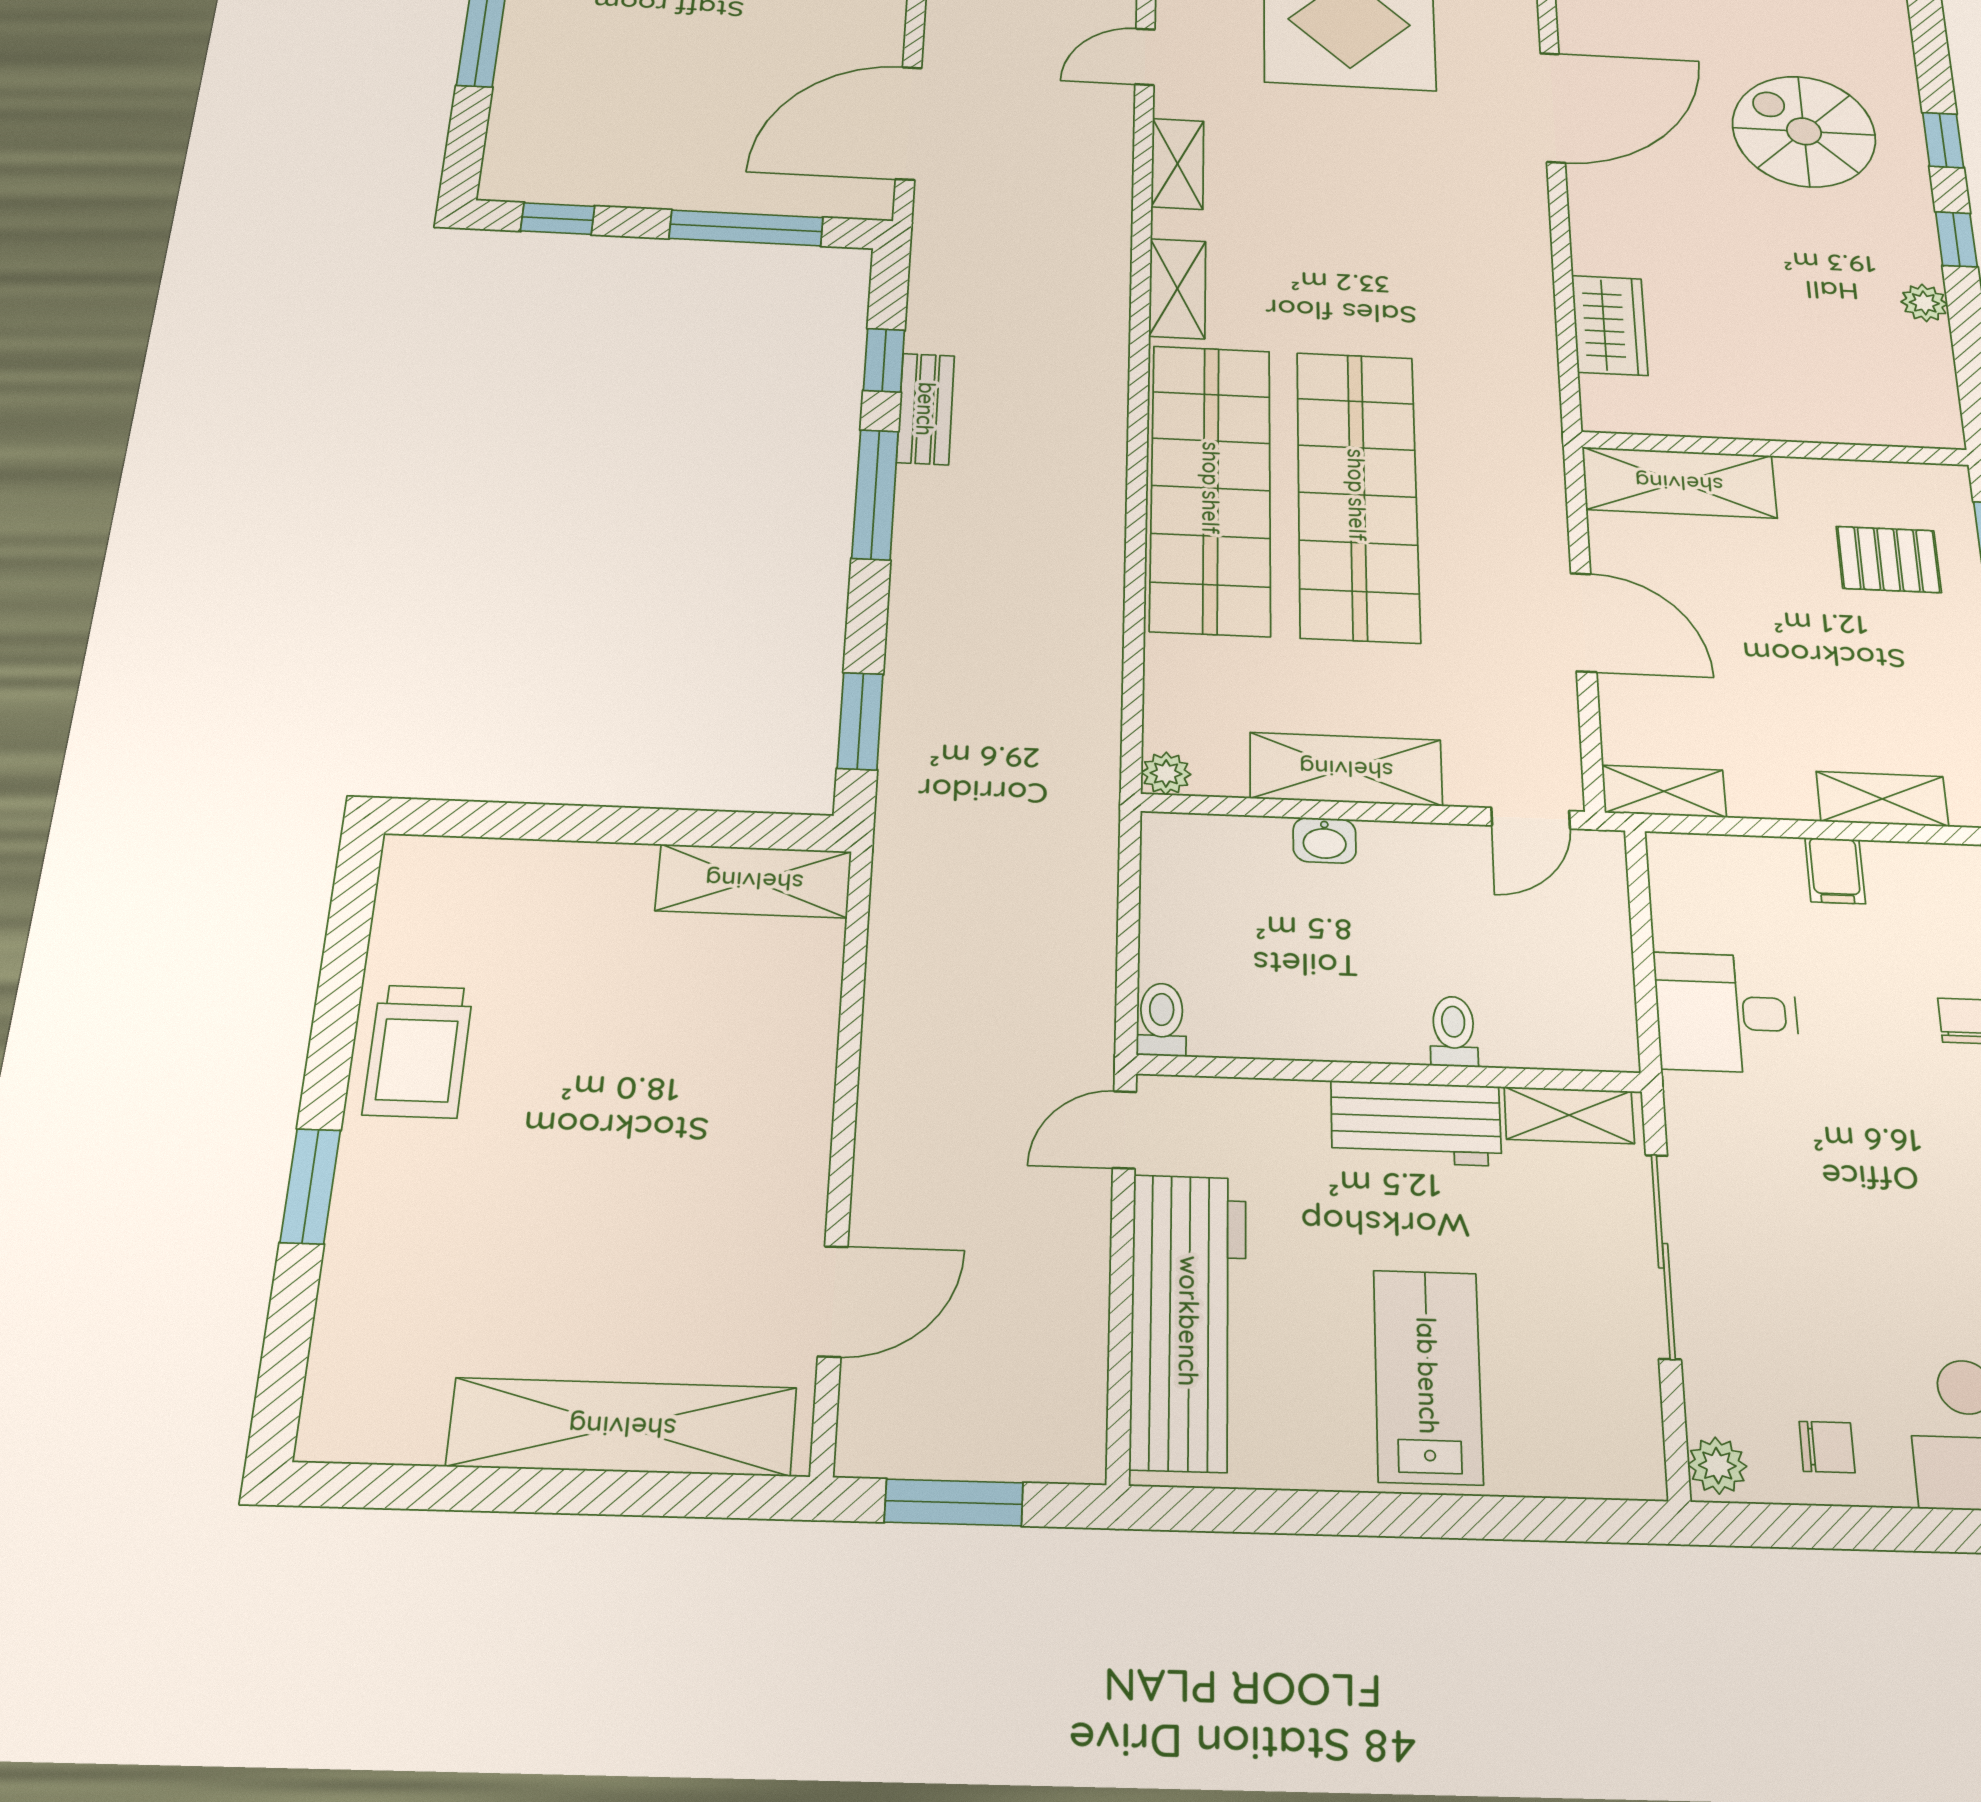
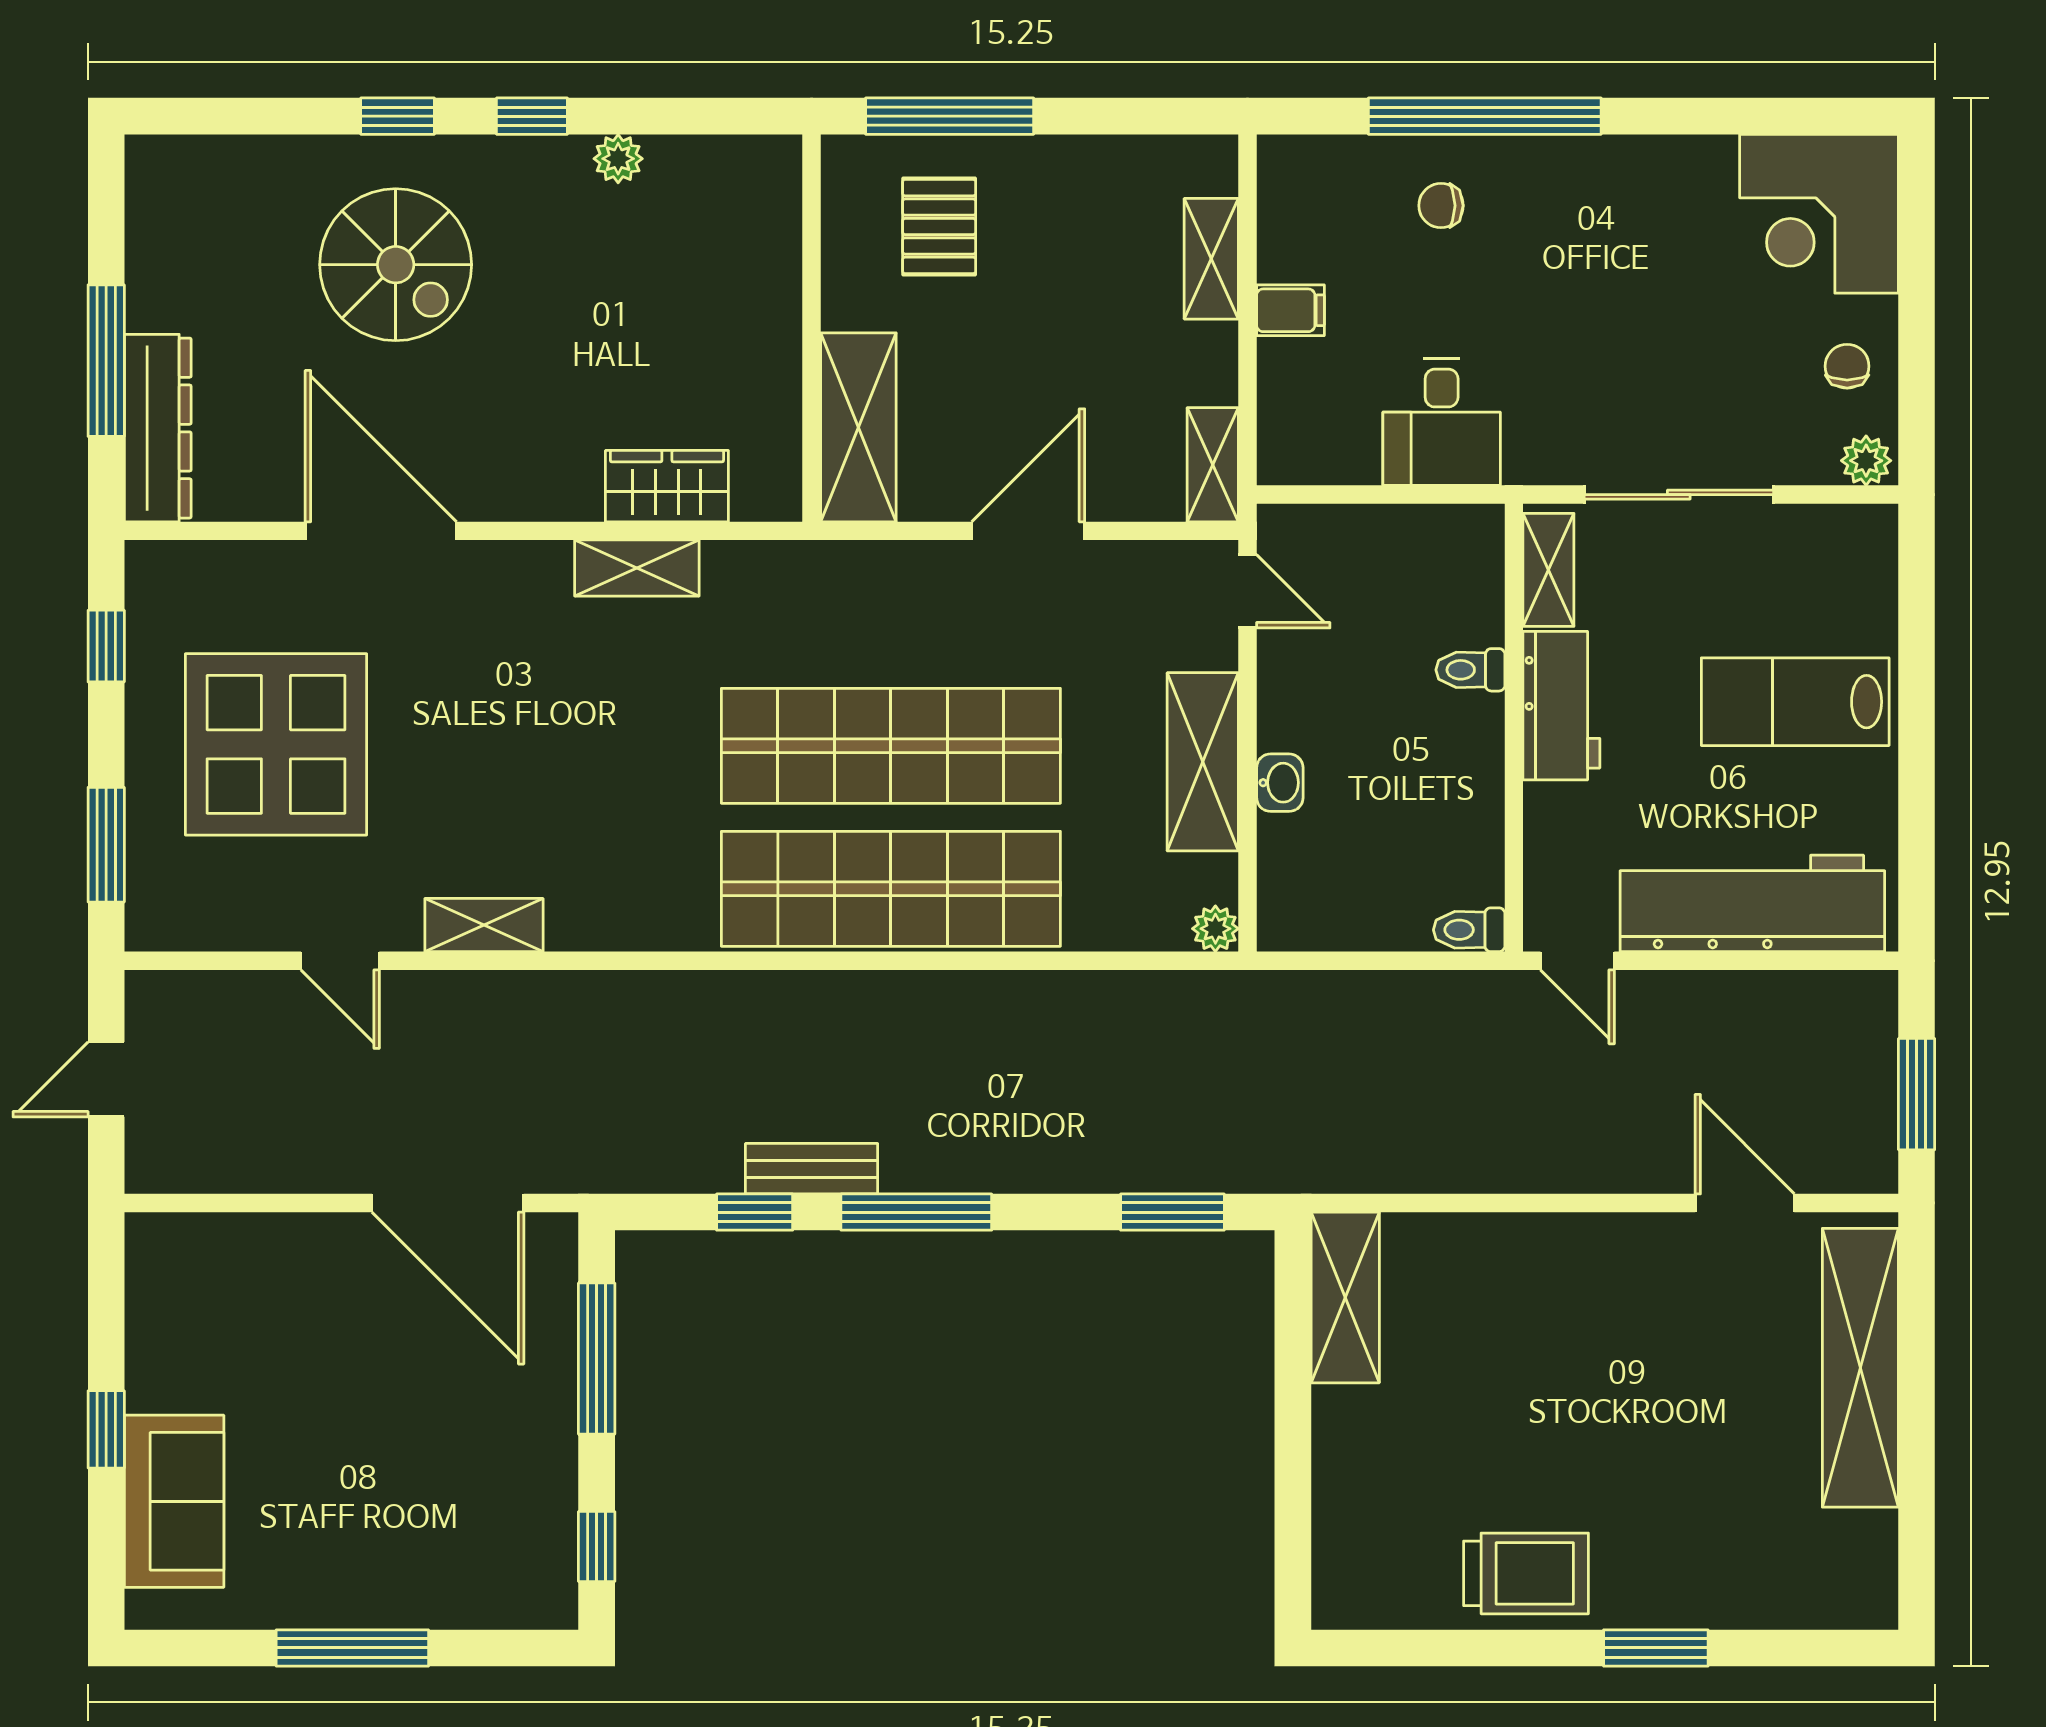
spiral stairs: (1804, 131) -> (396, 265), turned -90
shelving: (1177, 289) -> (637, 568), moved

